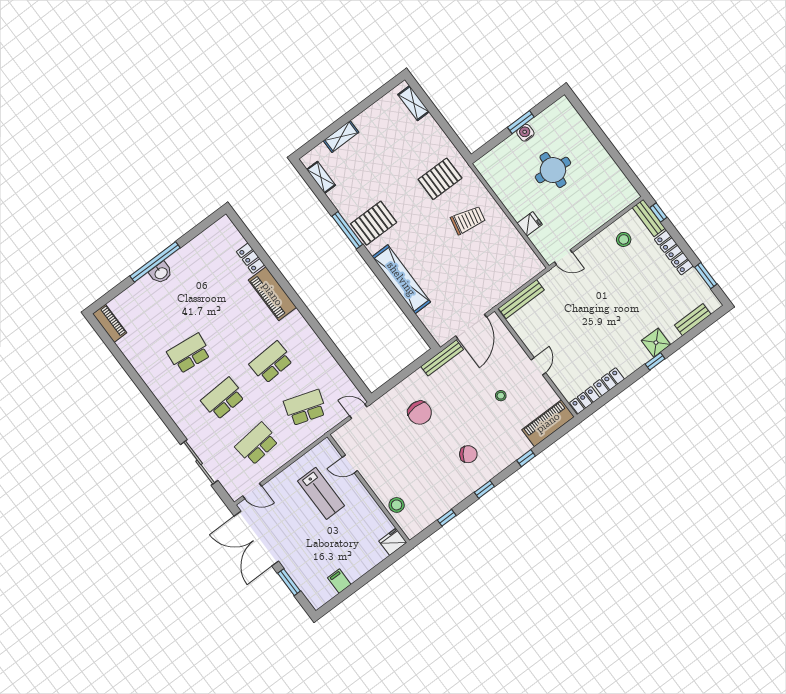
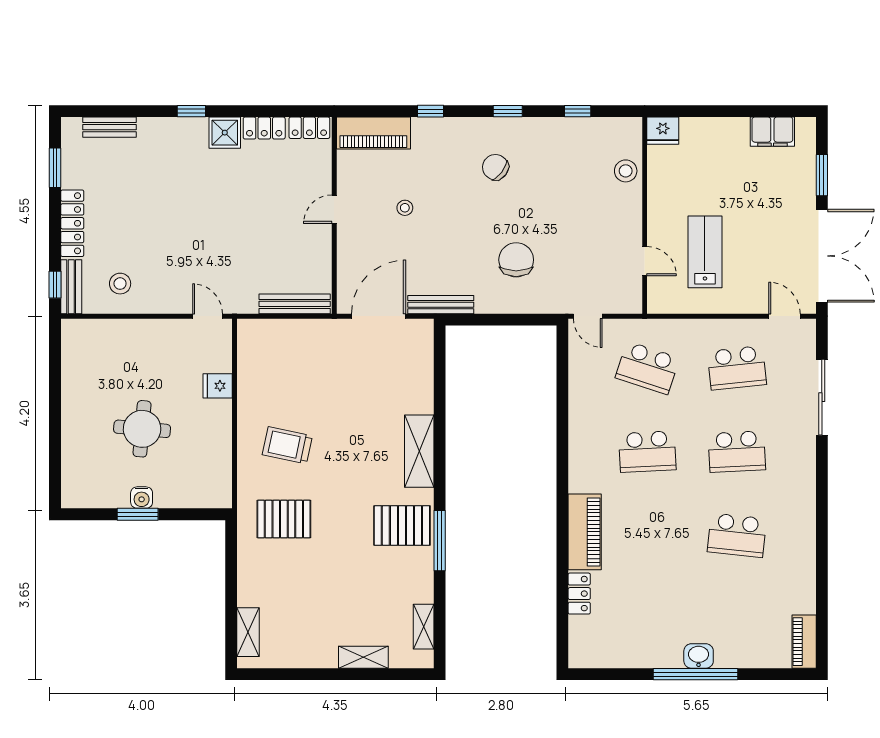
shelving: (401, 279) -> (419, 451), width x0.68
shower: (656, 343) -> (225, 133), moved
filing cabinet: (339, 581) -> (772, 132), width x2.00

